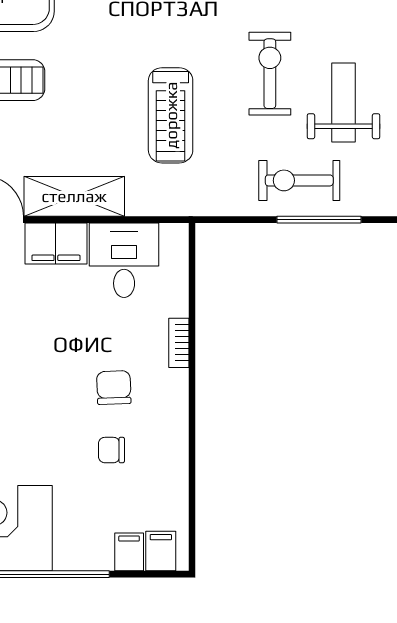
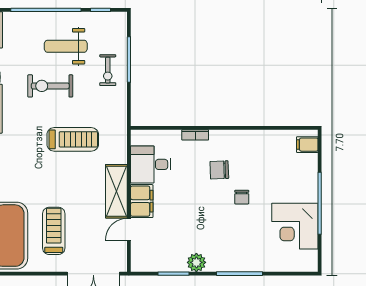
exercise bike: (299, 180) -> (108, 70), width x0.73, depth x0.72
chair: (111, 450) -> (242, 197), moved
filing cabinet: (129, 552) -> (308, 162), removed

